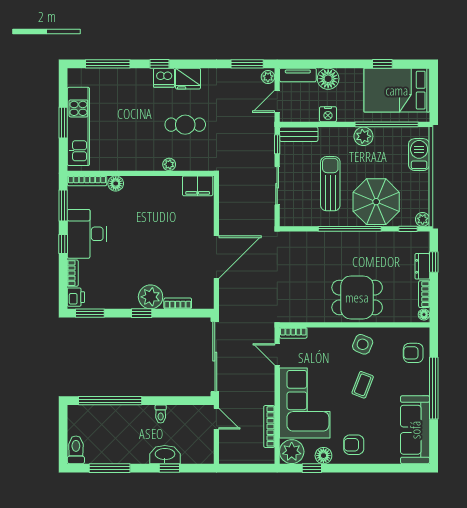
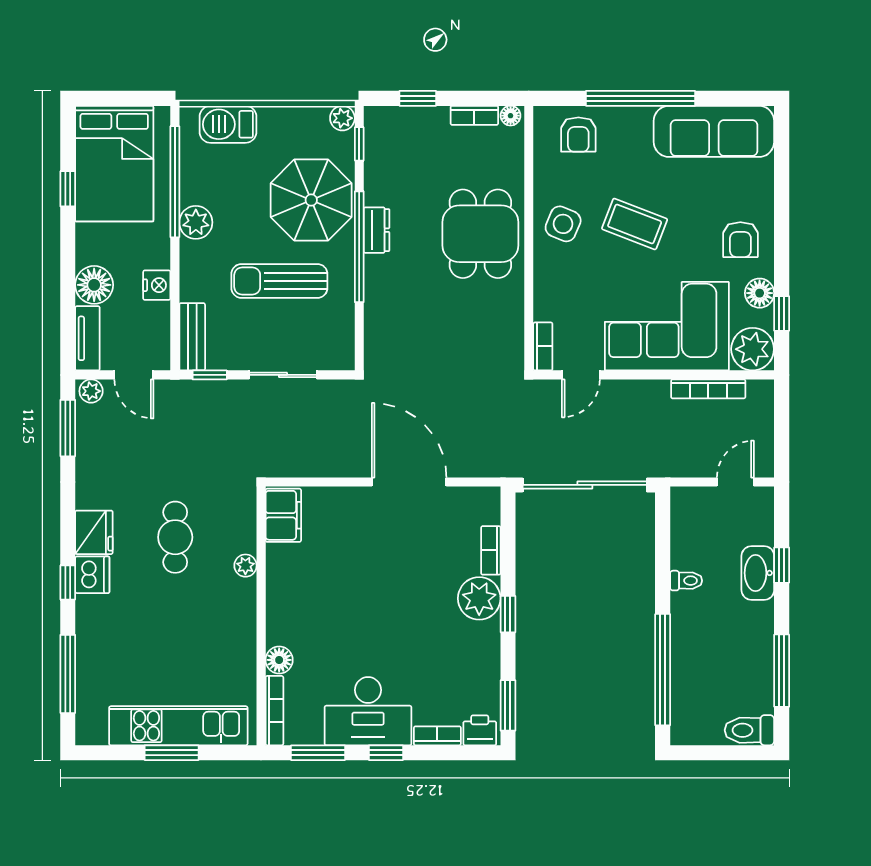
dresser: (422, 266) -> (377, 230), moved, turned -90
coffee table: (363, 385) -> (635, 224), width x1.36, depth x1.30
door: (216, 419) -> (735, 482), moved

